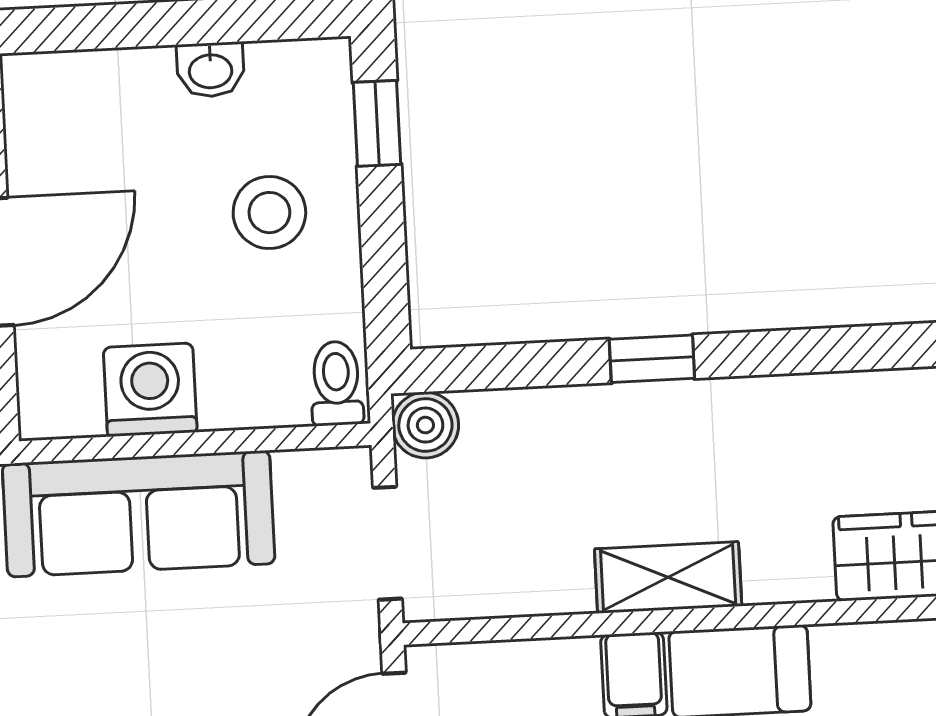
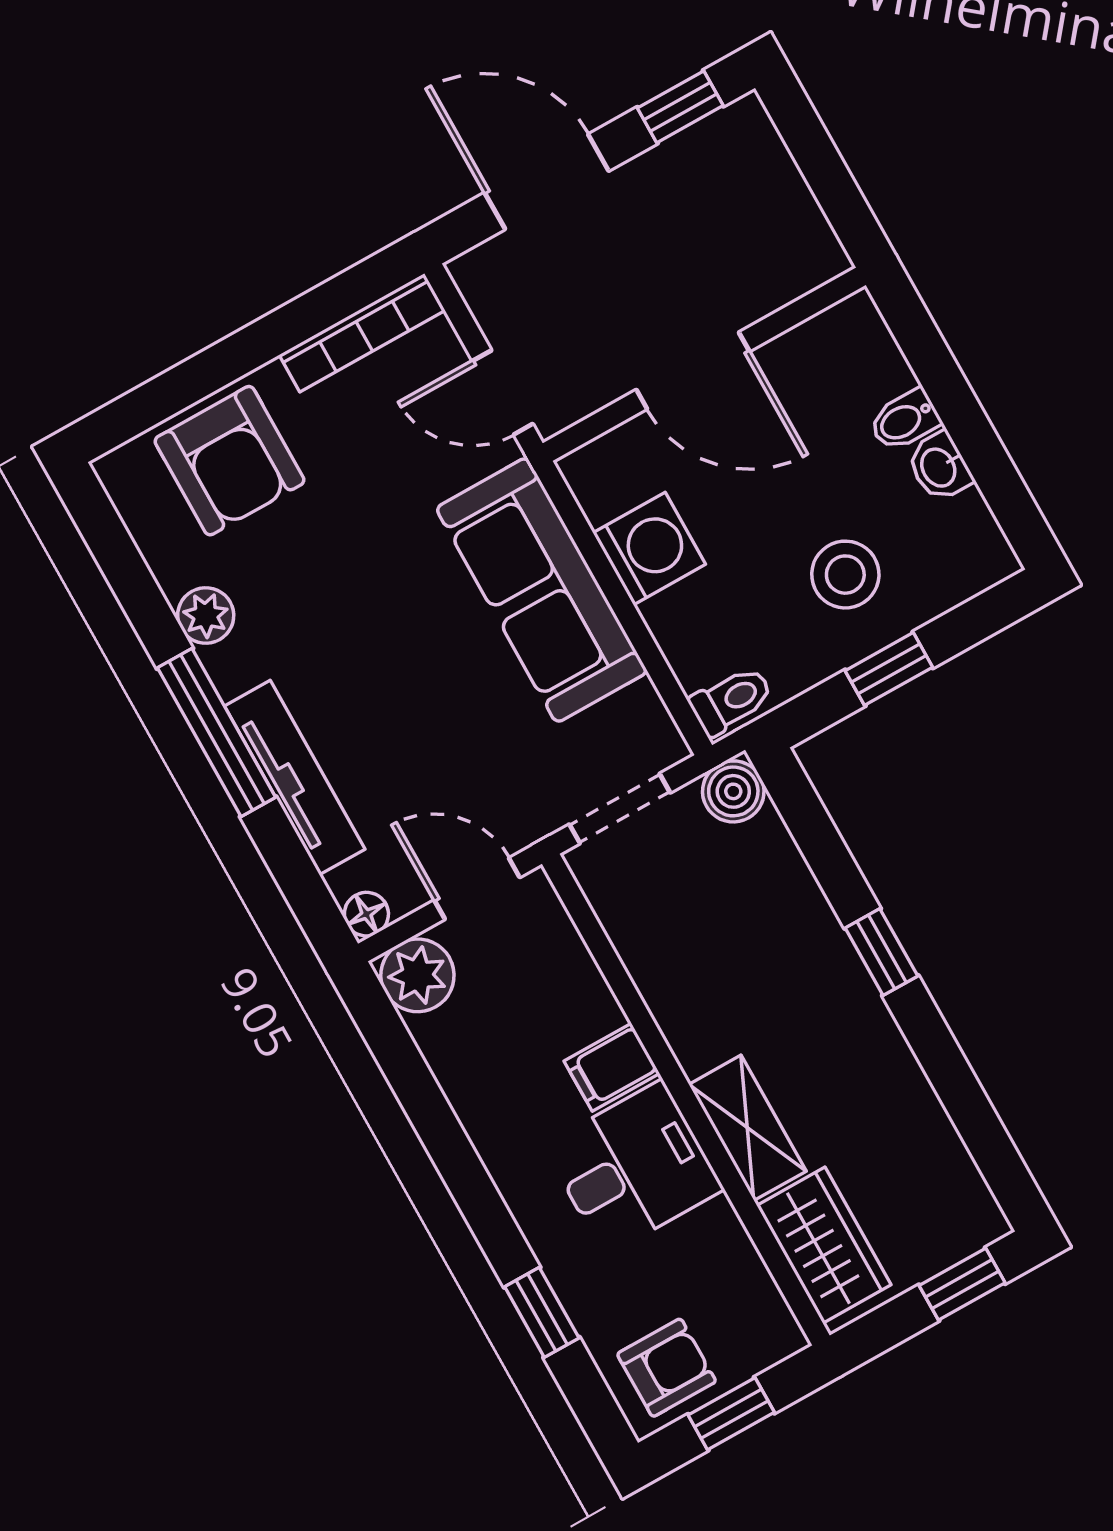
bidet: (148, 81) -> (905, 420), added
window: (377, 123) -> (889, 669), moved
shelving: (668, 577) -> (747, 1128), moved

